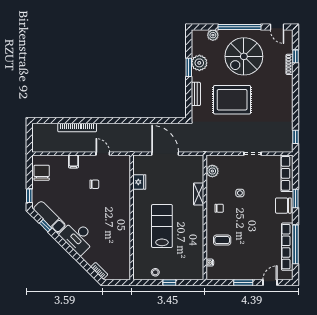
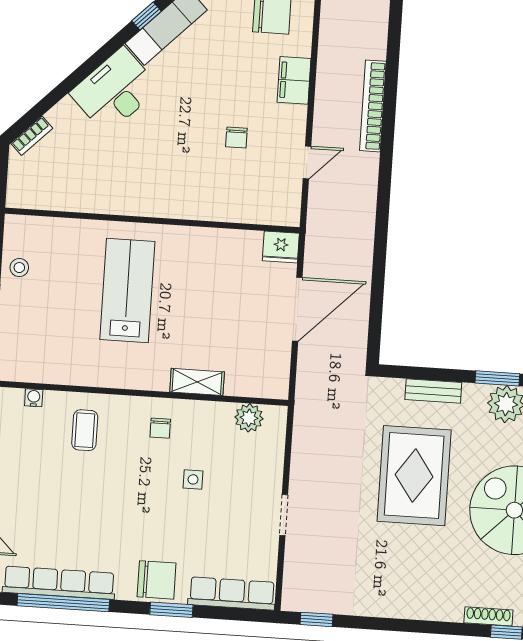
filing cabinet: (73, 161) -> (294, 80), width x2.00
fridge: (139, 182) -> (281, 247), moved
chair: (283, 206) -> (157, 580), turned 90
lab bench: (162, 226) -> (127, 290), turned -90

